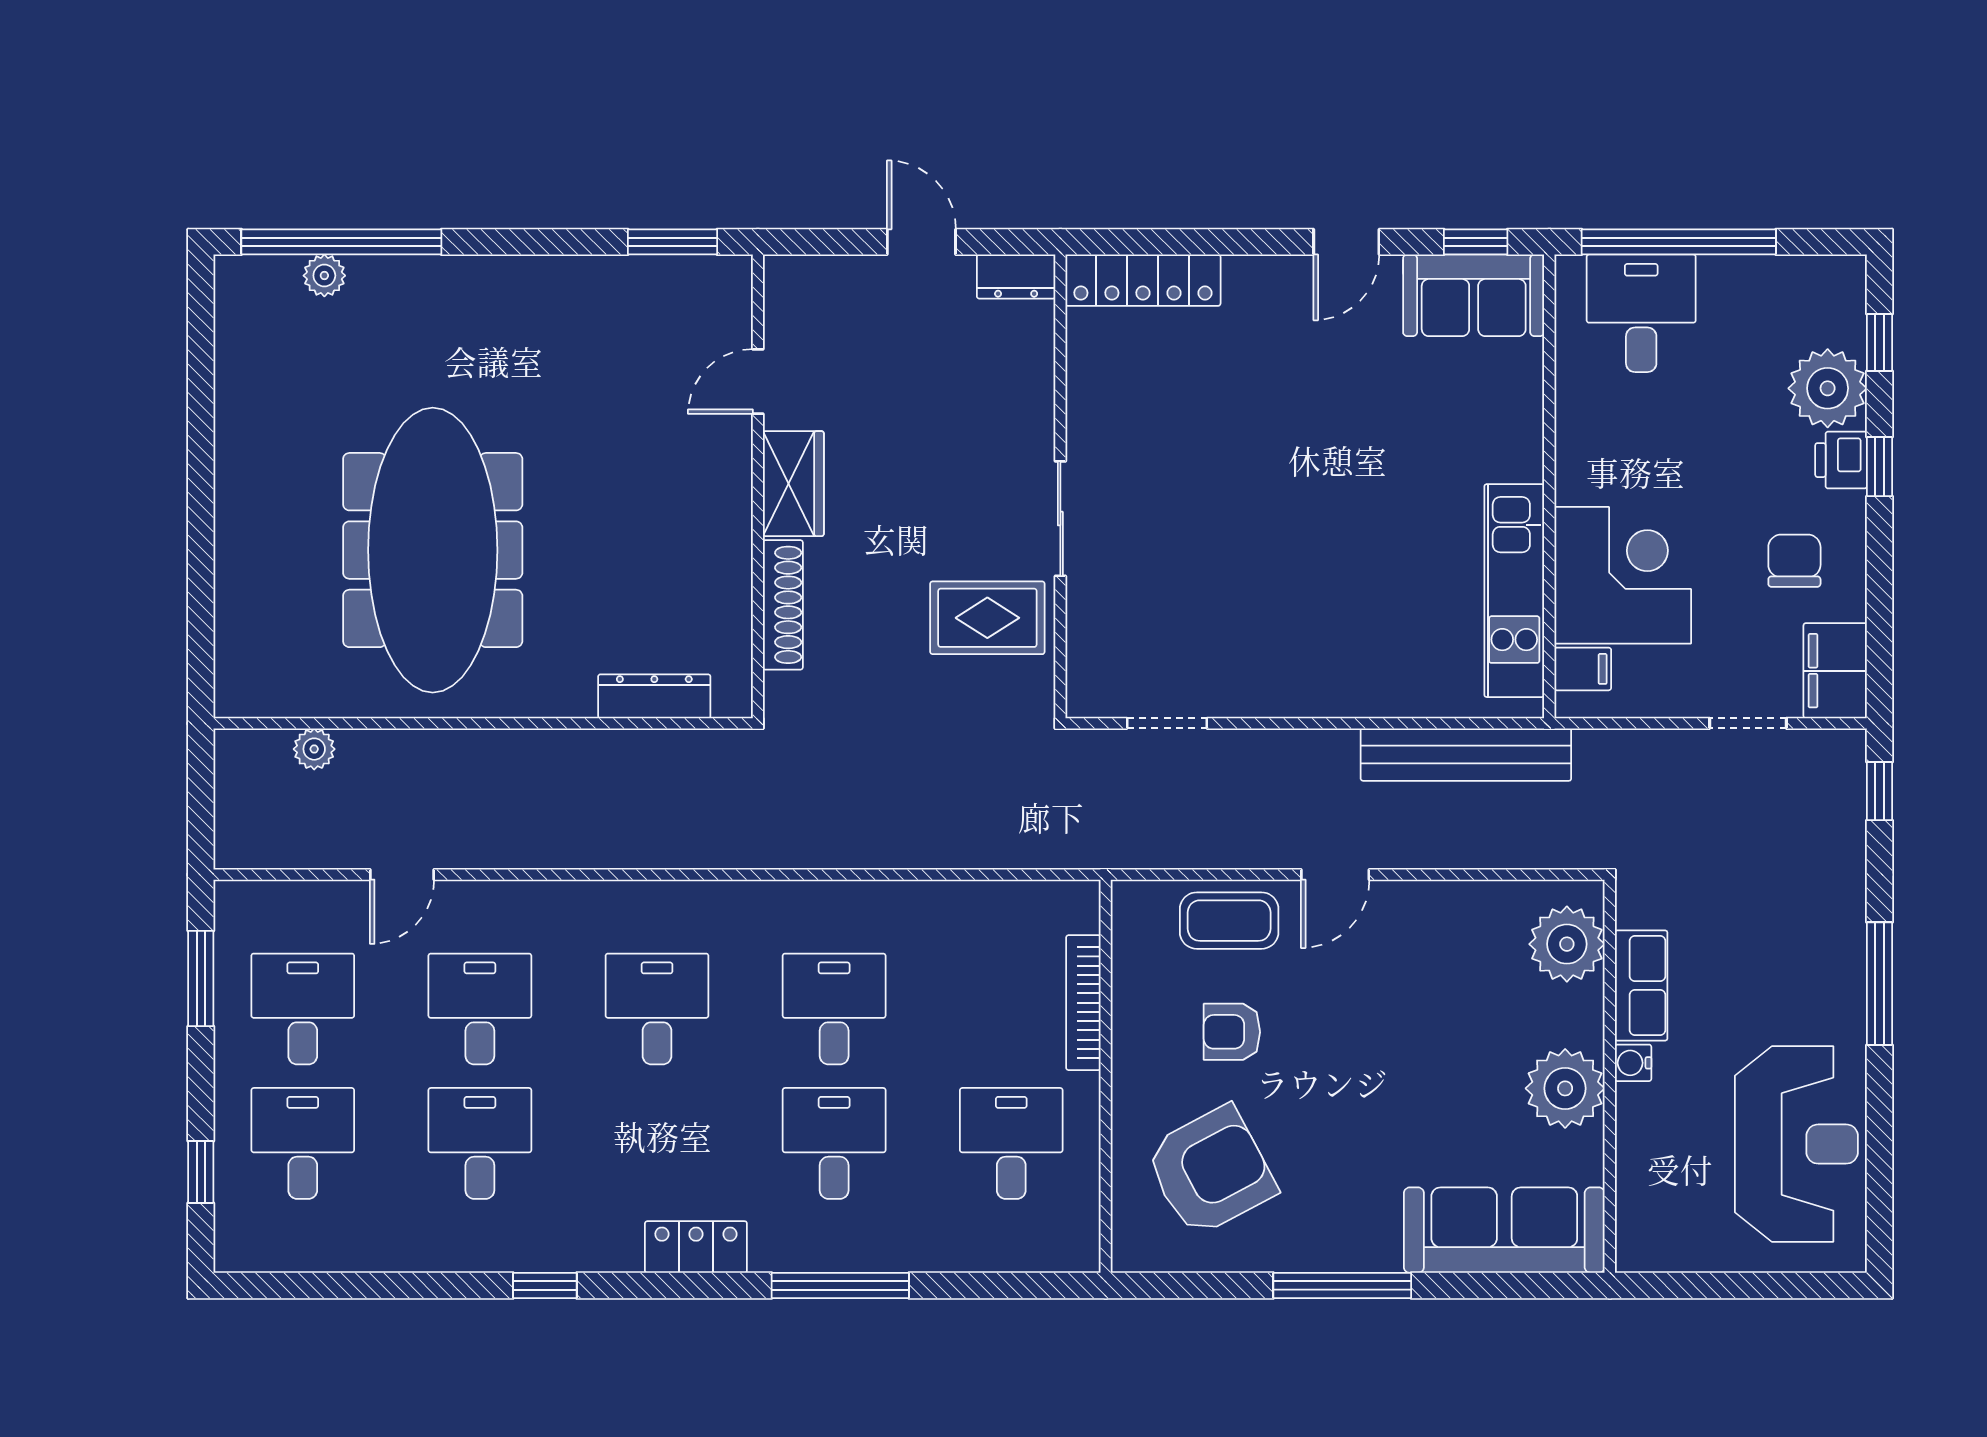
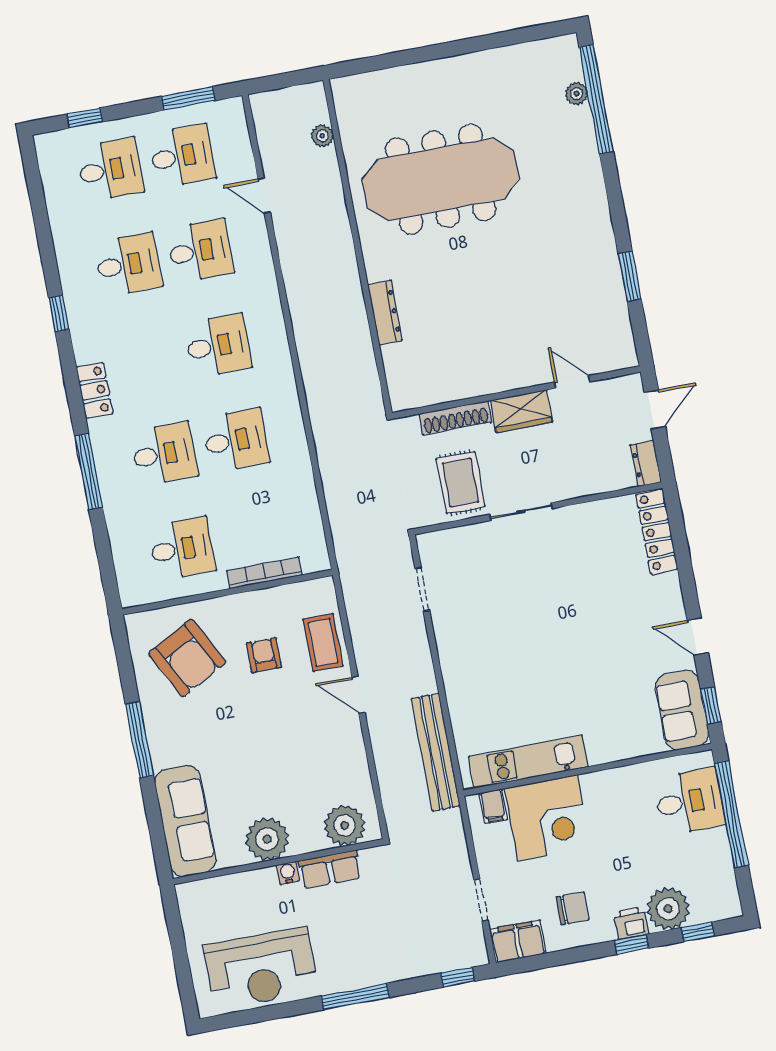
door: (758, 381) -> (572, 382), moved
wardrobe: (793, 484) -> (521, 411), moved
wall: (758, 486) -> (516, 392), moved
shoe rack: (783, 605) -> (455, 418), moved

